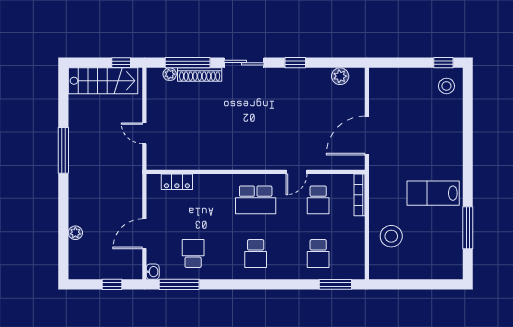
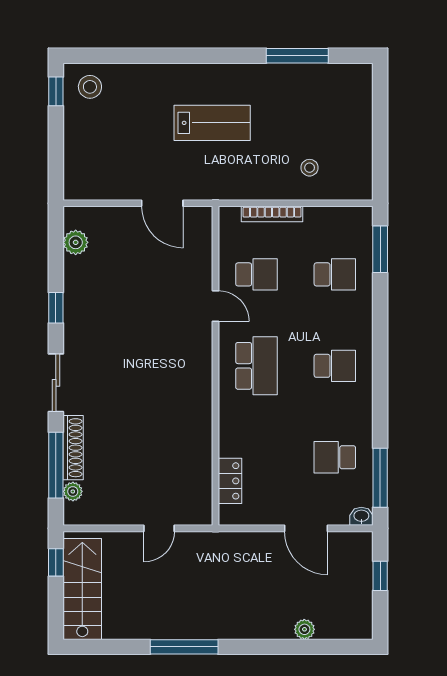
door: (367, 135) -> (162, 203), width x0.73
lab bench: (433, 193) -> (212, 123), moved, turned -90
bookcase: (359, 195) -> (272, 214), moved
stool: (391, 236) -> (310, 168), width x0.53, depth x0.53

